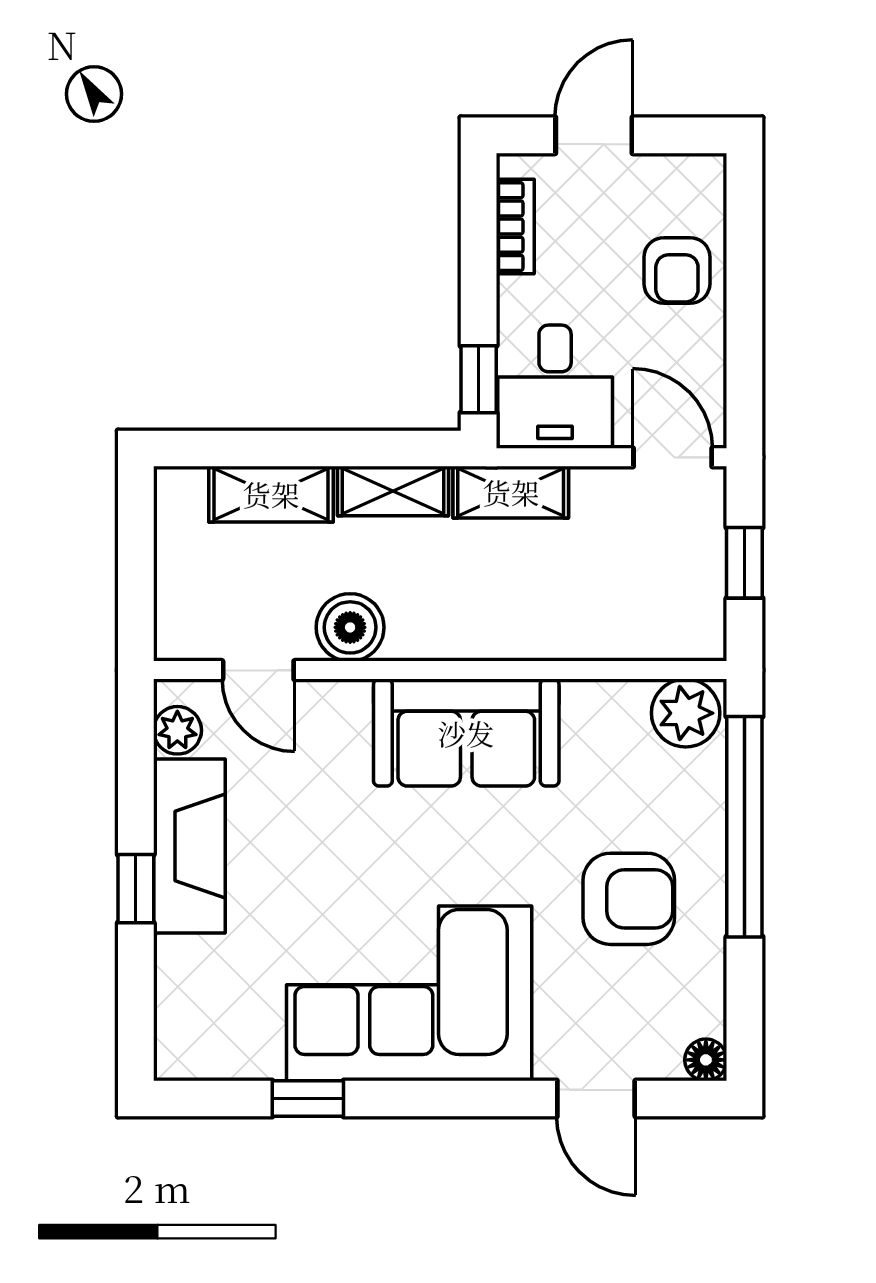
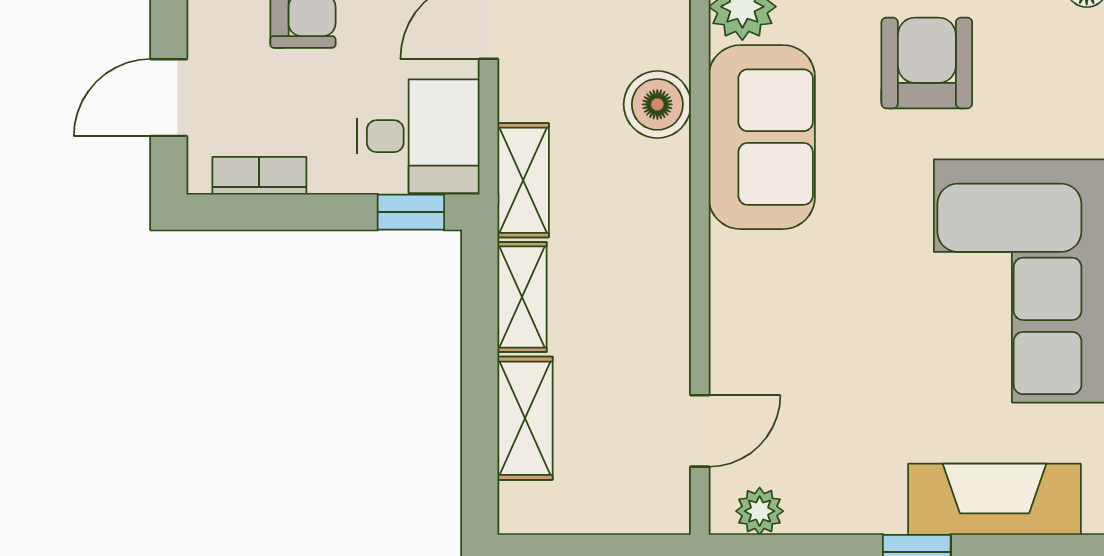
door: (594, 135) -> (169, 98), hinge flipped
boiler: (350, 627) -> (657, 104), moved
sofa: (466, 733) -> (762, 137), moved
fireplace: (189, 846) -> (995, 499), moved

